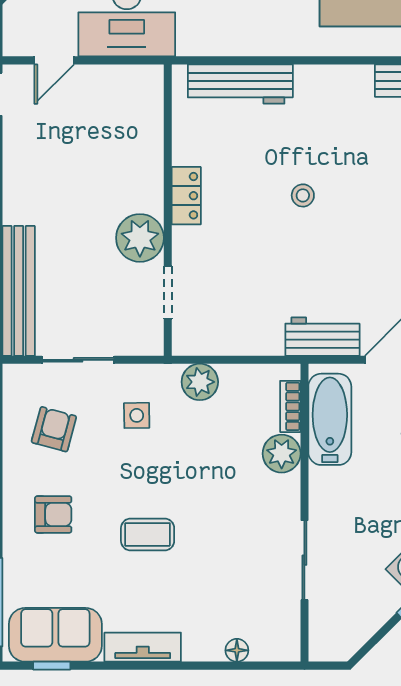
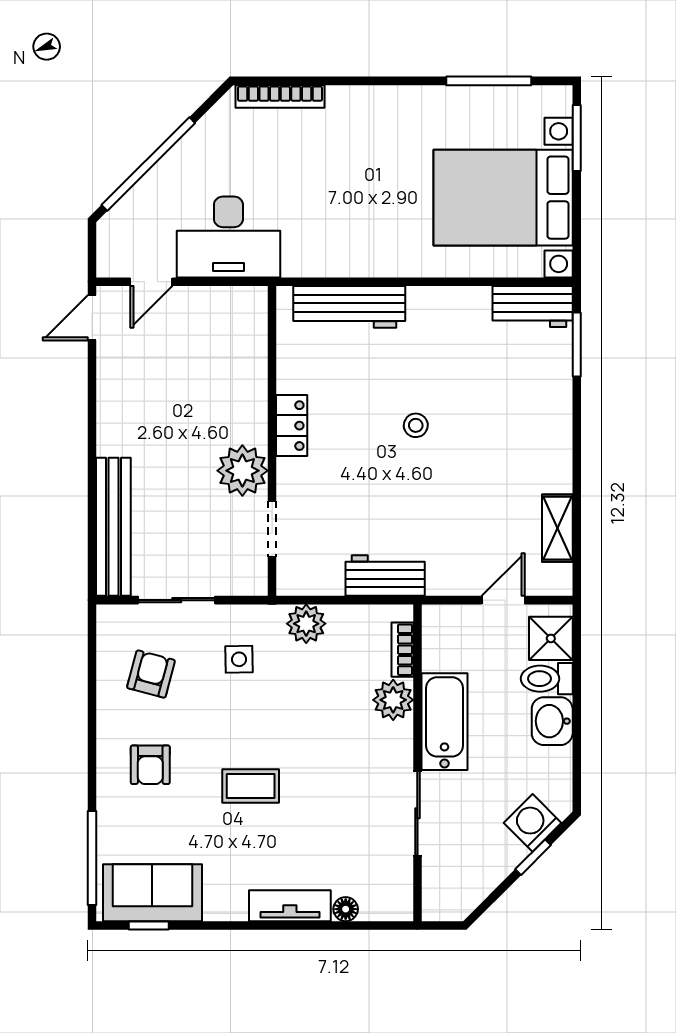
workbench: (322, 337) -> (385, 576), moved
bathtub: (330, 419) -> (444, 722), moved
armchair: (53, 514) -> (150, 765), turned 90
tv unit: (143, 647) -> (290, 906), moved

